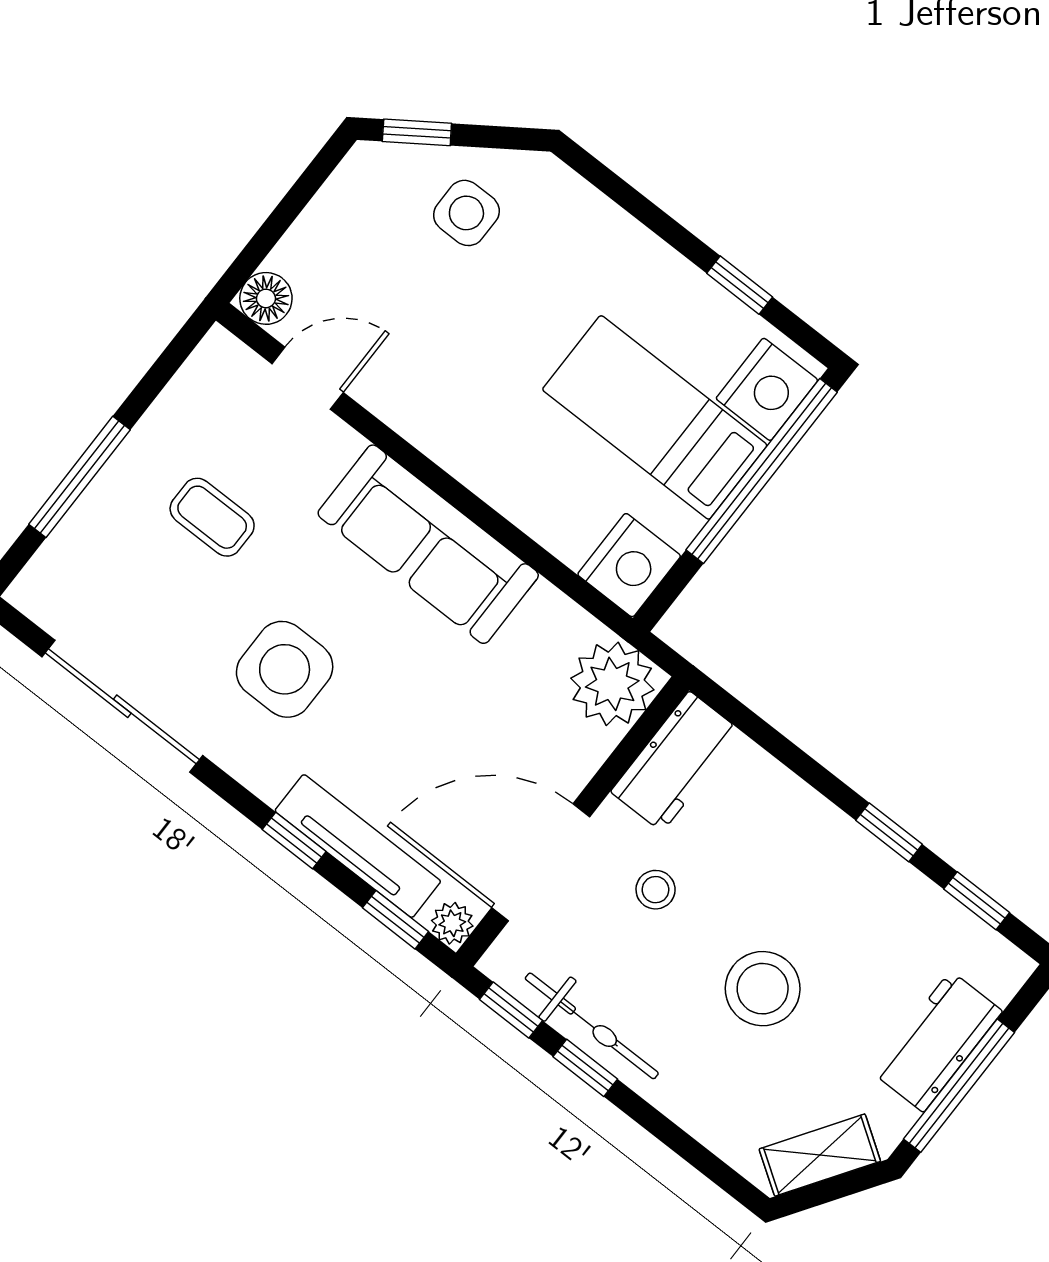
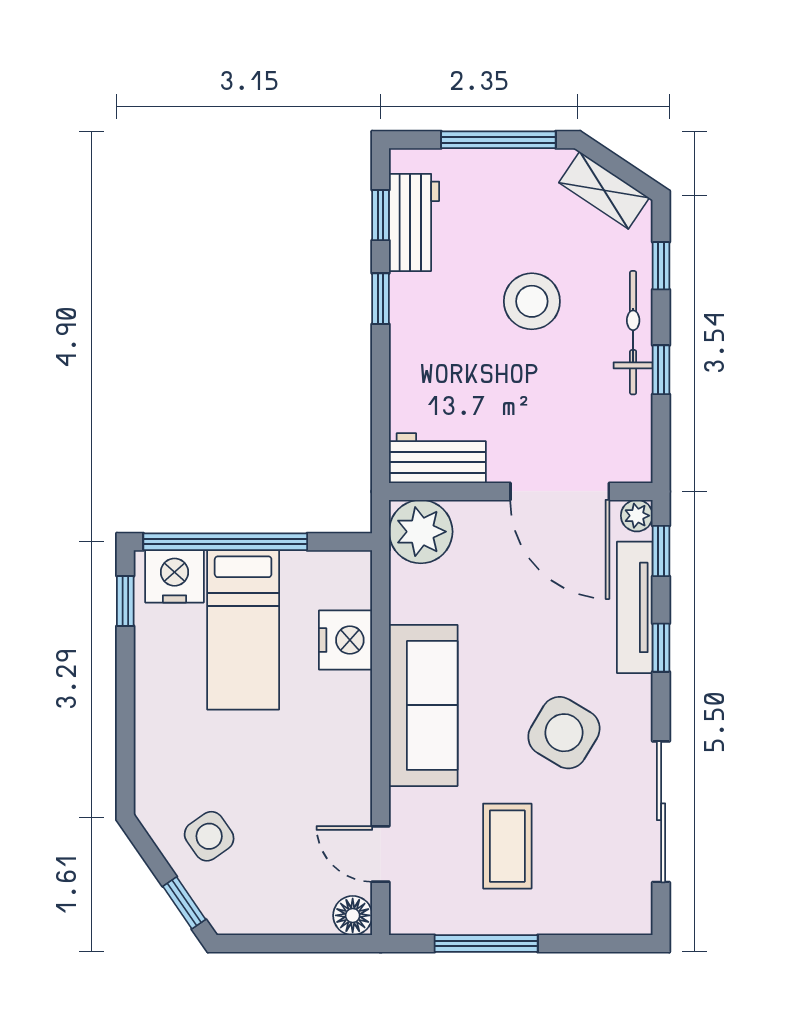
side table: (466, 213) -> (209, 836), turned -35
window: (740, 285) -> (125, 601), moved
window: (79, 477) -> (486, 943), moved
coffee table: (212, 517) -> (507, 846), width x1.36, depth x1.30
nightstand: (629, 565) -> (346, 640), moved, turned 90
side table: (285, 669) -> (564, 733), turned 31
stool: (656, 890) -> (523, 411), removed
window: (511, 1010) -> (661, 266), moved
bicycle: (592, 1026) -> (633, 333), moved
workbench: (937, 1042) -> (414, 222), moved, turned -90

